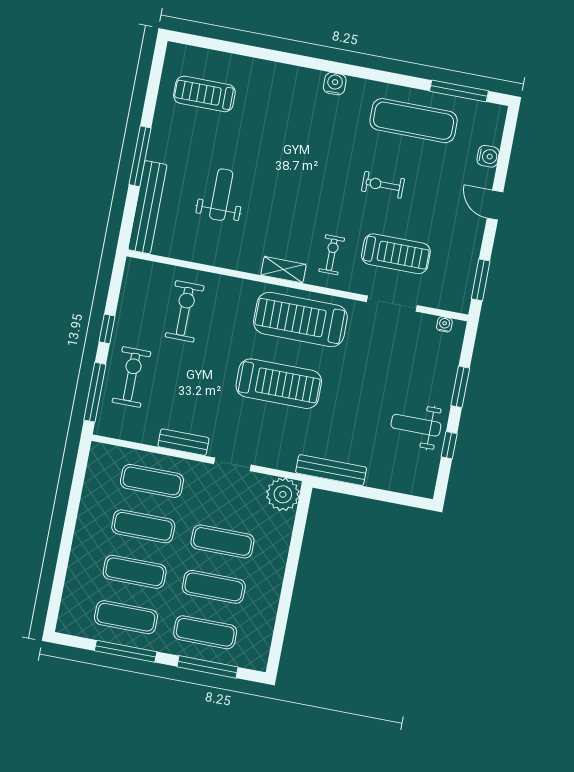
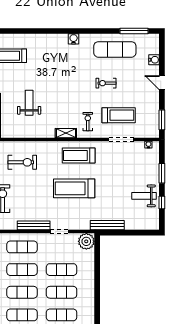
exercise bike: (185, 311) -> (22, 162), turned 90
treadmill: (300, 319) -> (79, 156), width x0.73, depth x0.73
treadmill: (279, 384) -> (74, 188), turned 180
bench: (183, 442) -> (34, 225), width x1.36

